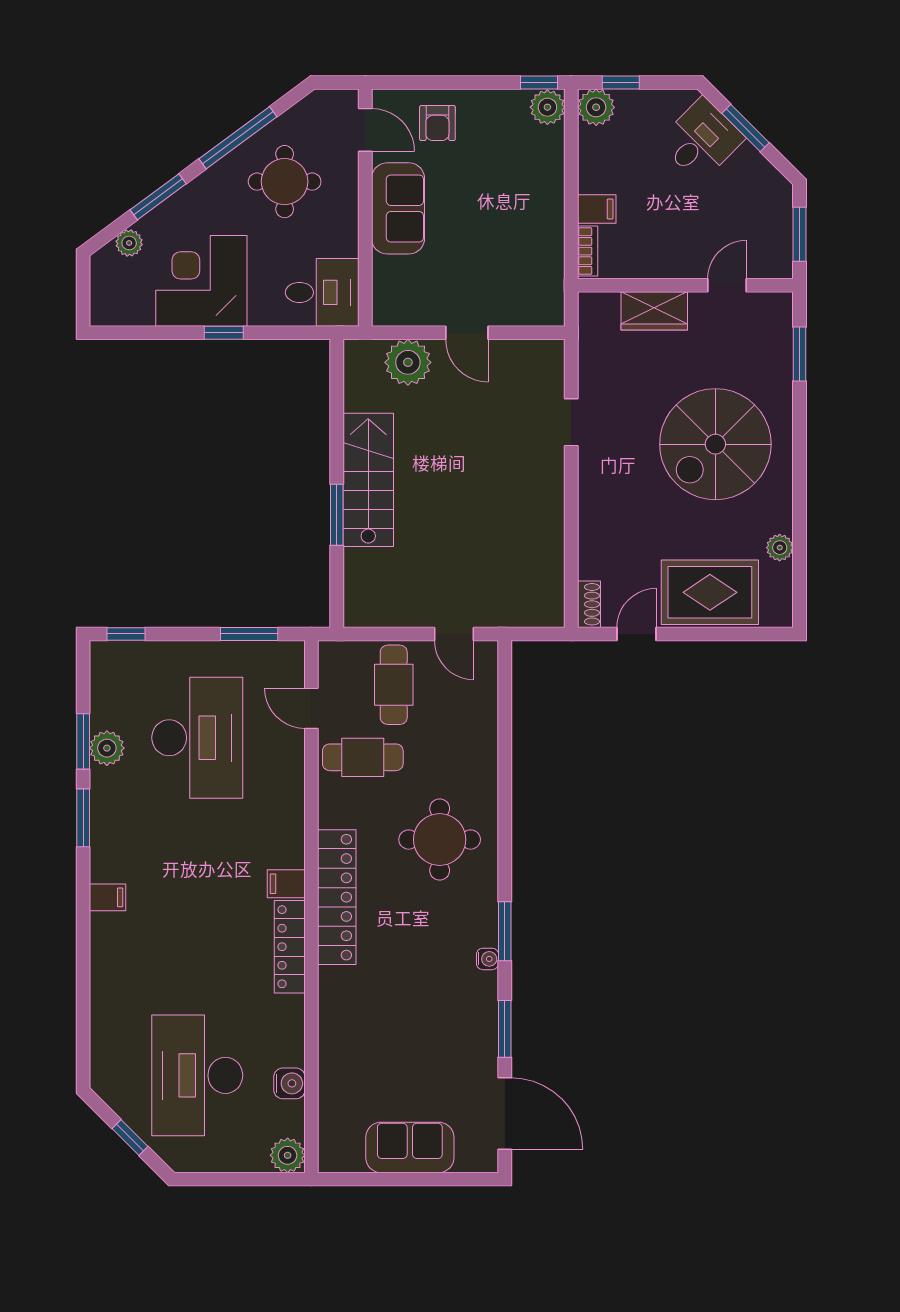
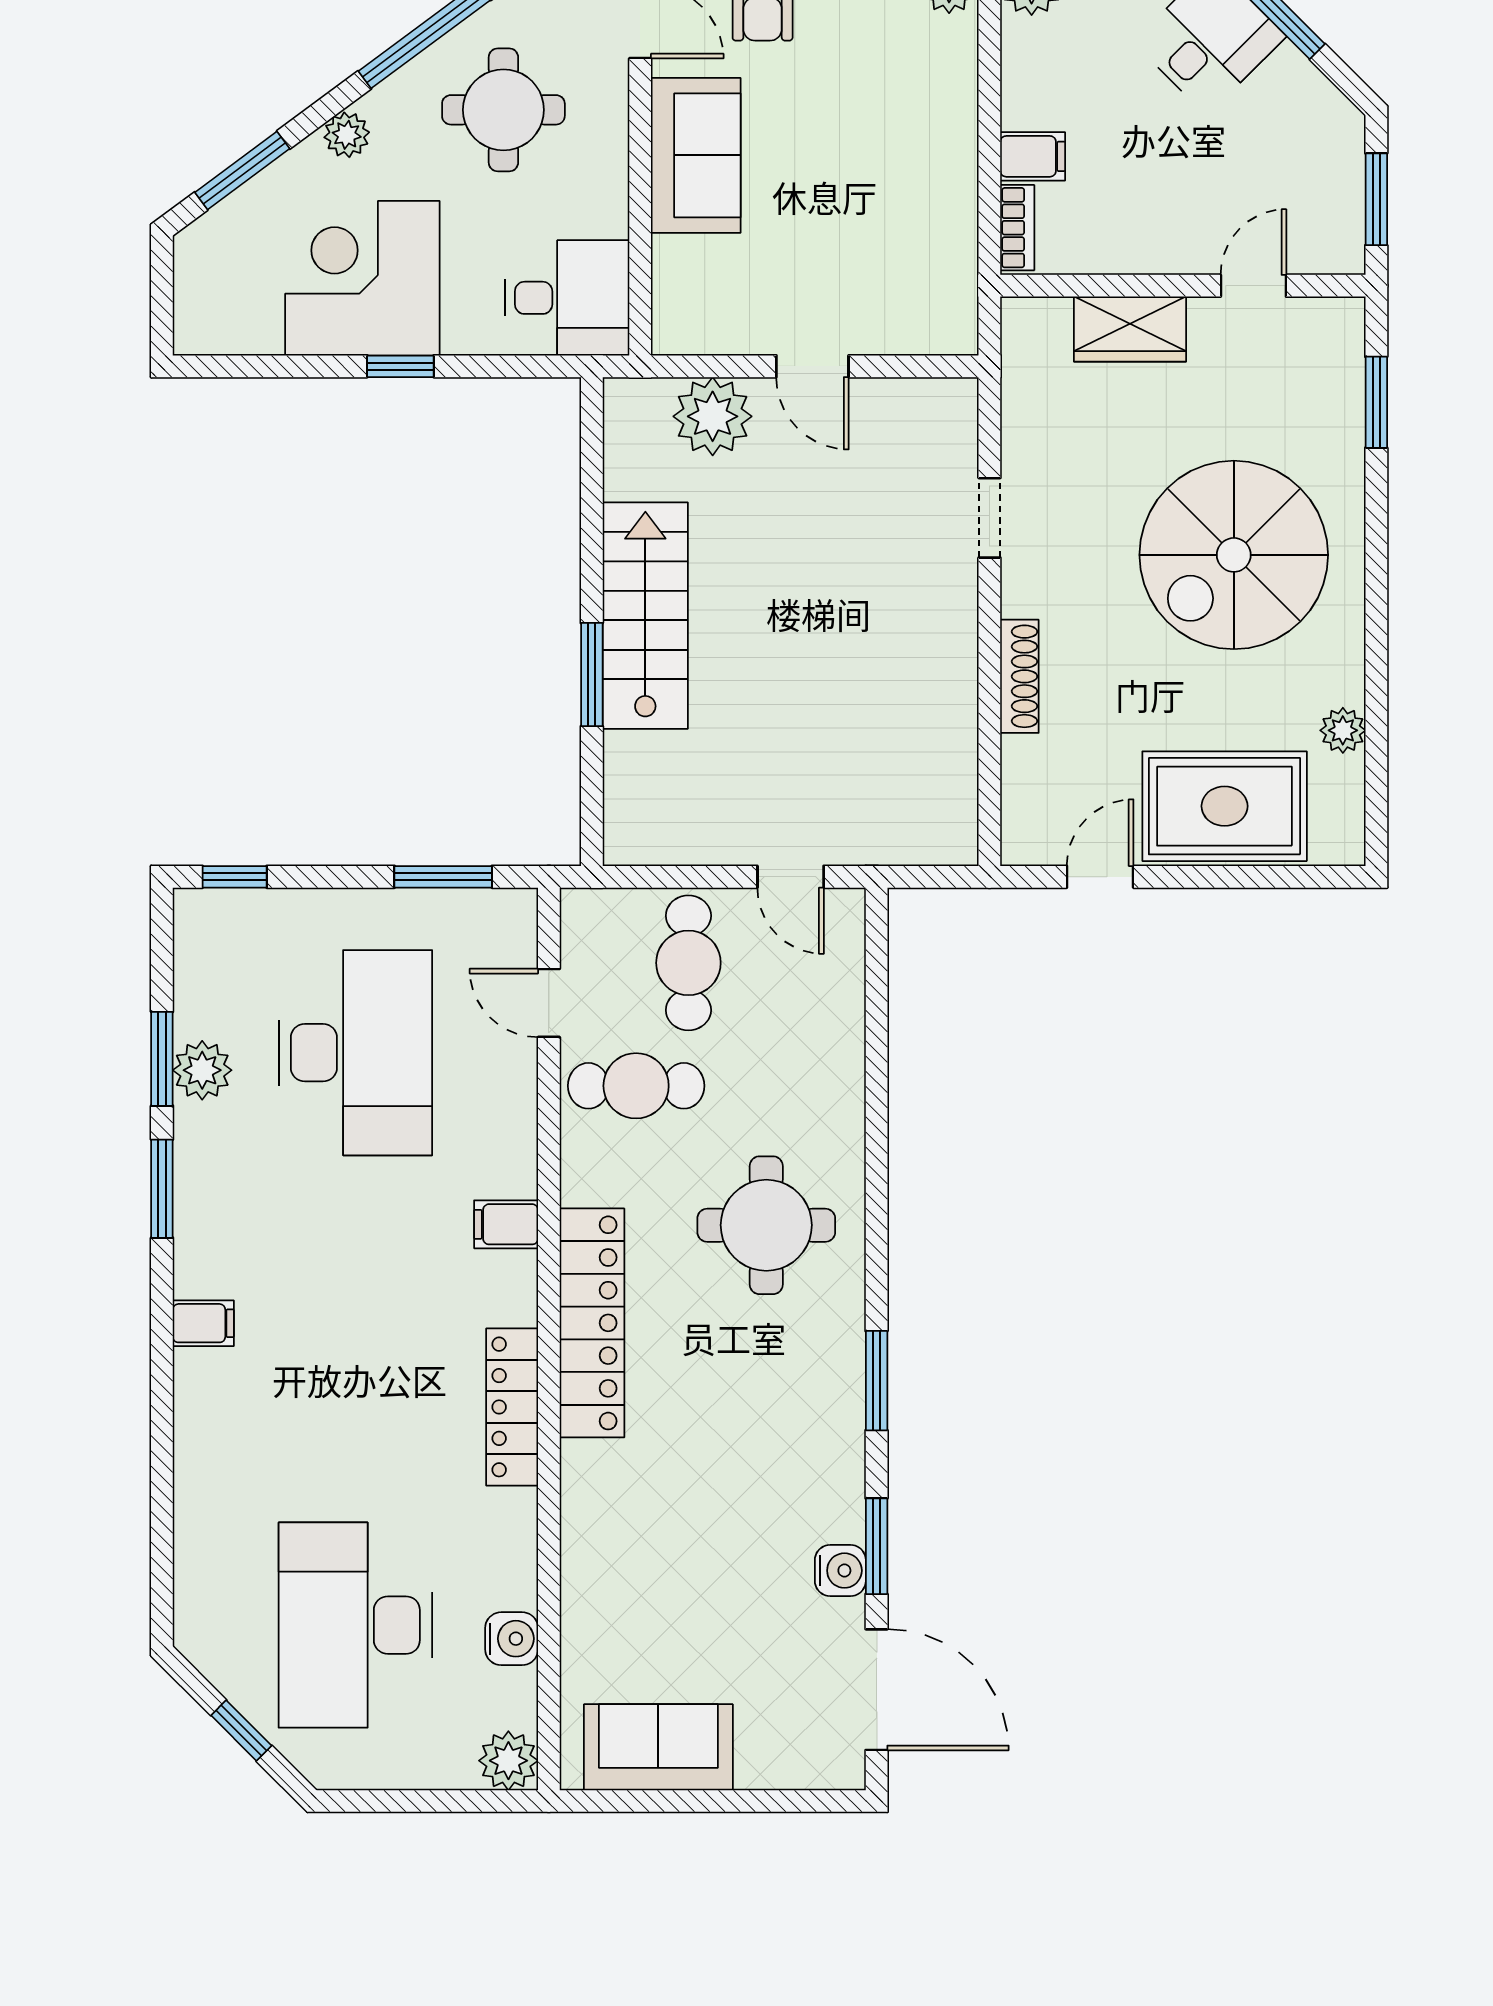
window: (158, 197) -> (242, 170), moved
plant: (129, 243) -> (347, 135), moved
shoe rack: (589, 604) -> (1019, 676), moved, width x1.43
filing cabinet: (286, 884) -> (506, 1224), moved
water cooler: (487, 959) -> (840, 1571), moved, width x1.38, depth x1.38
sofa: (410, 1147) -> (658, 1747), moved

